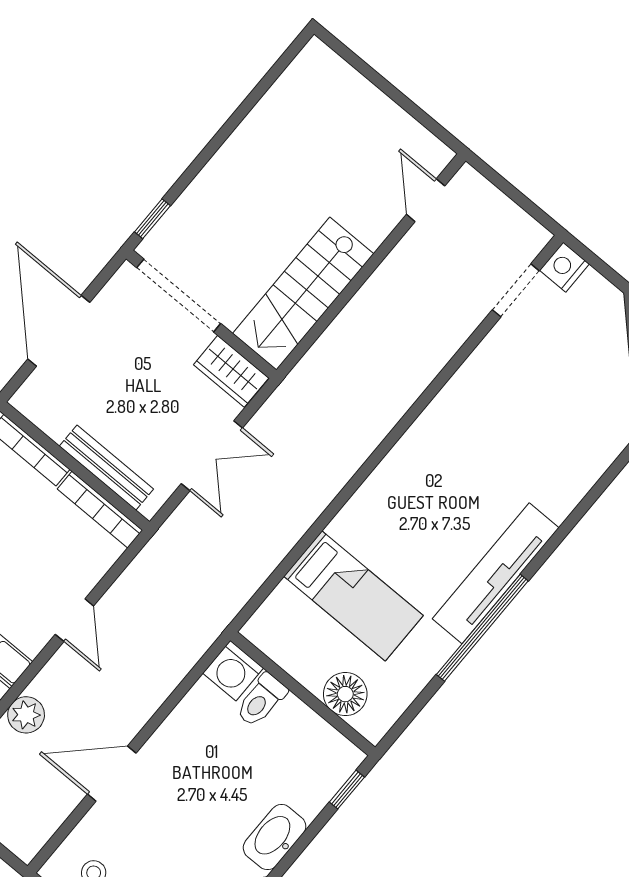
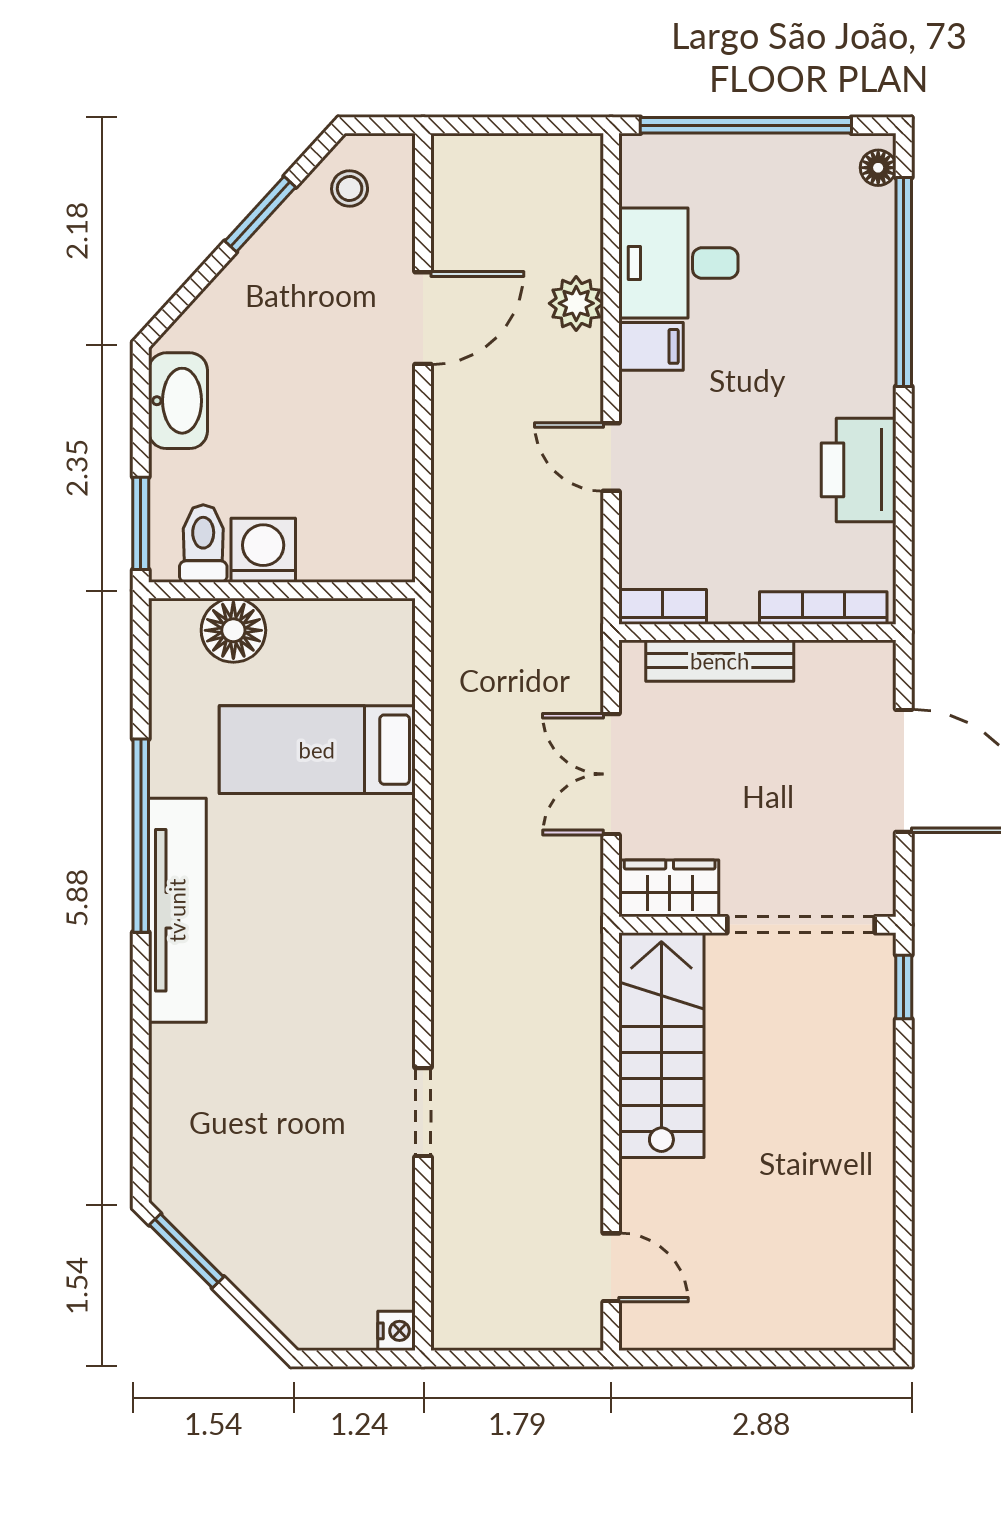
nightstand: (564, 267) -> (397, 1331), width x0.72, depth x0.74
doorway: (516, 290) -> (423, 1112), moved
bookcase: (100, 510) -> (663, 607), width x0.64
washing machine: (233, 671) -> (263, 550), moved
toilet: (261, 700) -> (203, 544), moved
window: (347, 790) -> (141, 523), width x1.50

